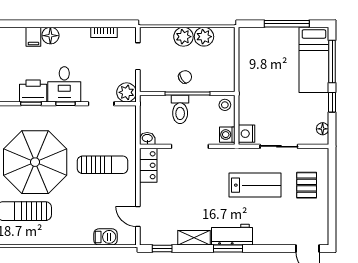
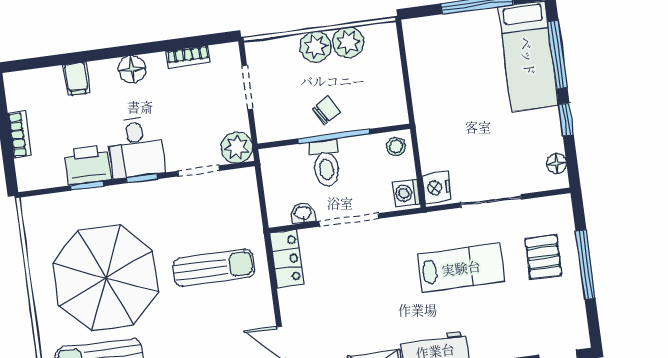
floor lamp: (50, 36) -> (132, 69), moved
washbasin: (147, 138) -> (303, 213), moved
window: (332, 193) -> (585, 265), added

